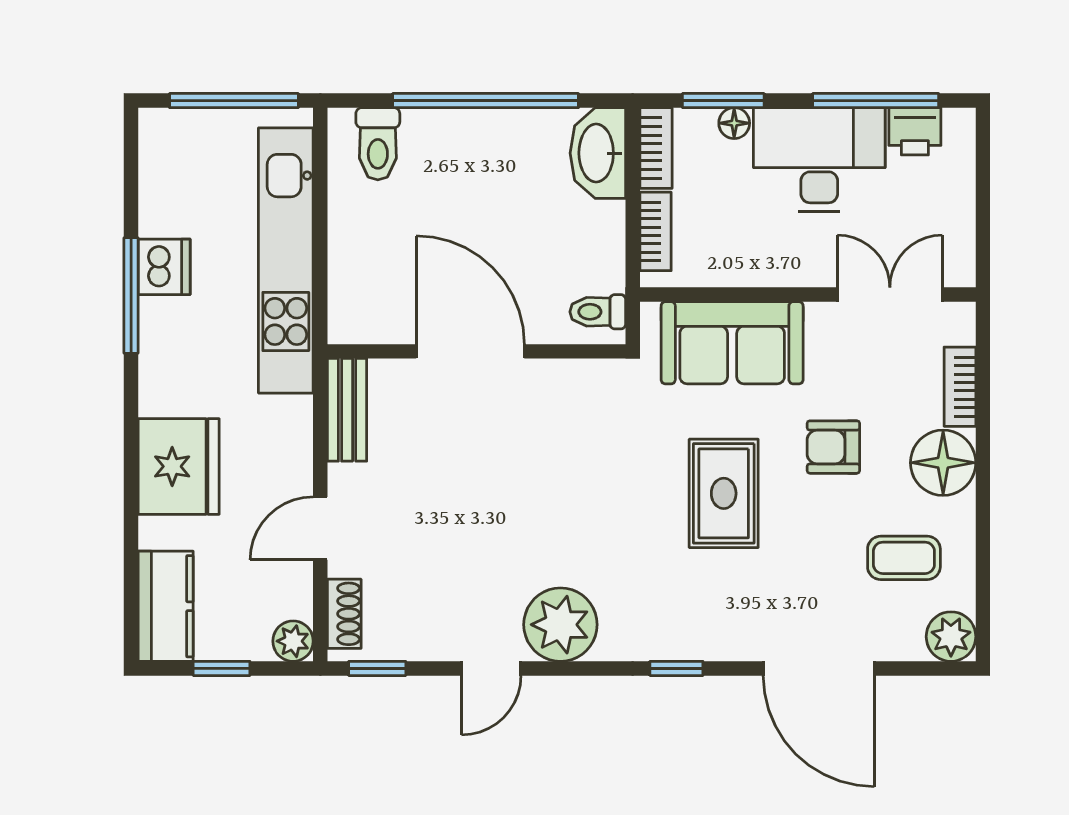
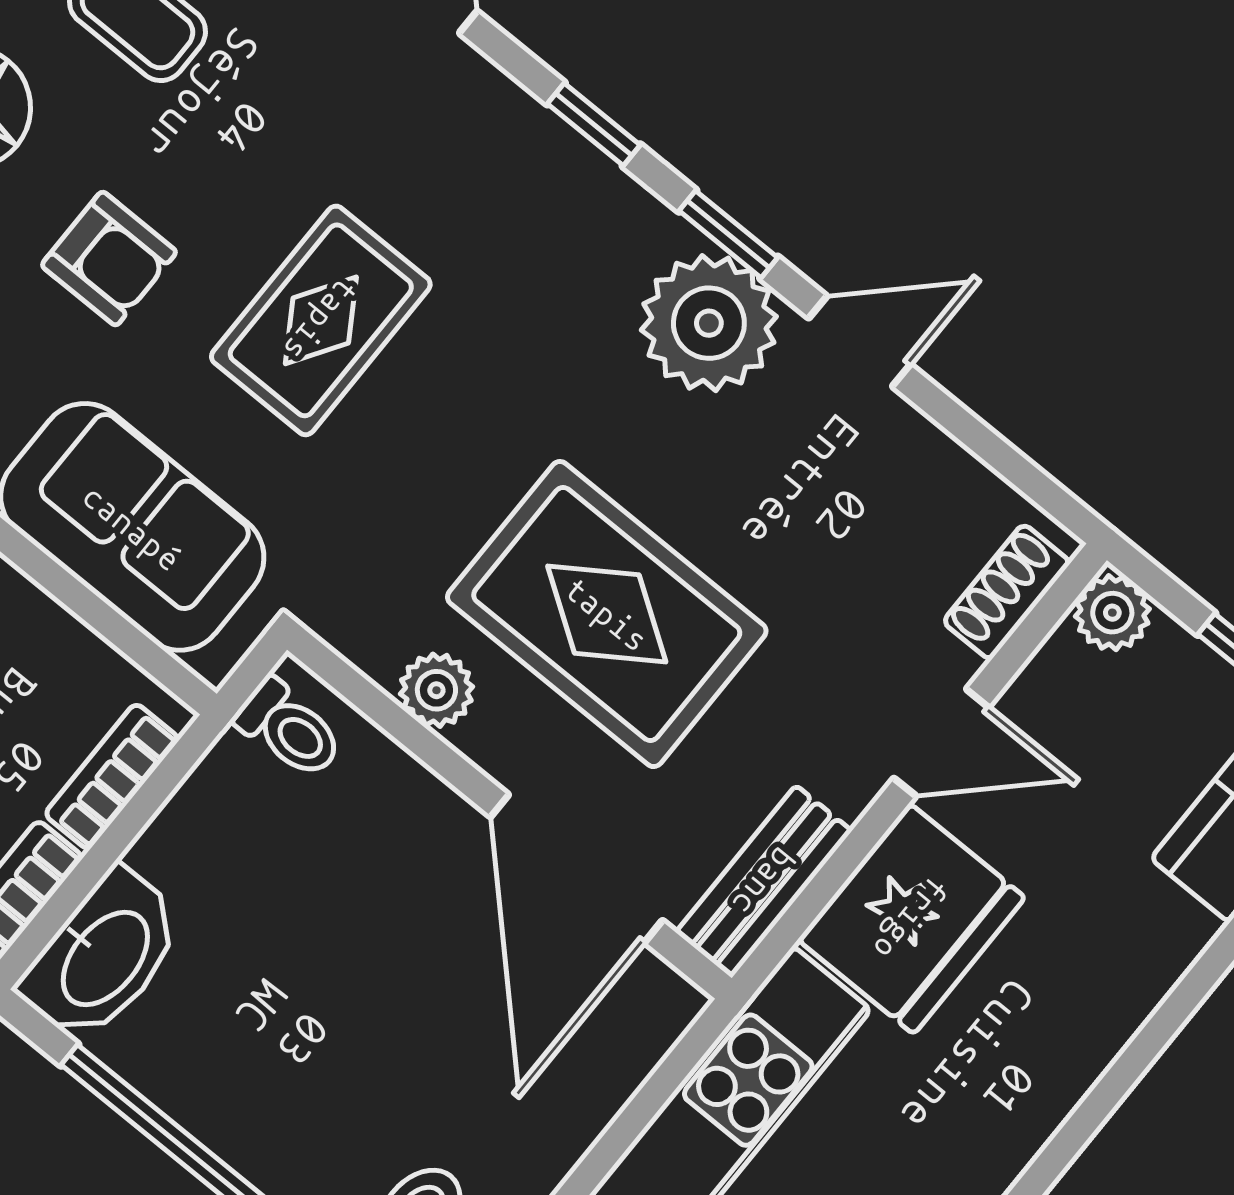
door: (470, 351) -> (577, 869), moved
plant: (549, 378) -> (436, 690), added
fridge: (179, 466) -> (911, 919), moved, turned 180
rug: (504, 468) -> (607, 614), added
window: (377, 668) -> (728, 234), moved

